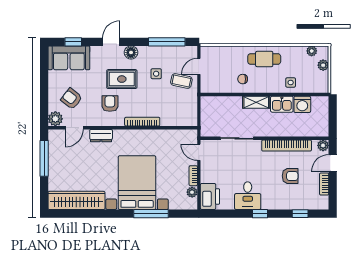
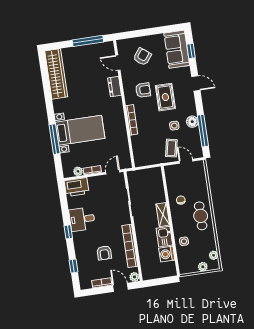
floor lamp: (131, 52) -> (192, 122), moved
plant: (55, 119) -> (123, 46), removed
bed with nightstands: (137, 183) -> (80, 130), width x0.73

